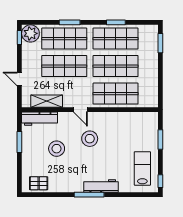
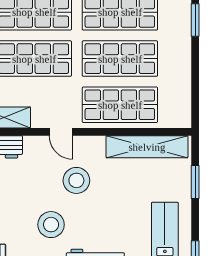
shelving: (132, 119) -> (147, 147), added
stool: (57, 149) -> (51, 225), moved

